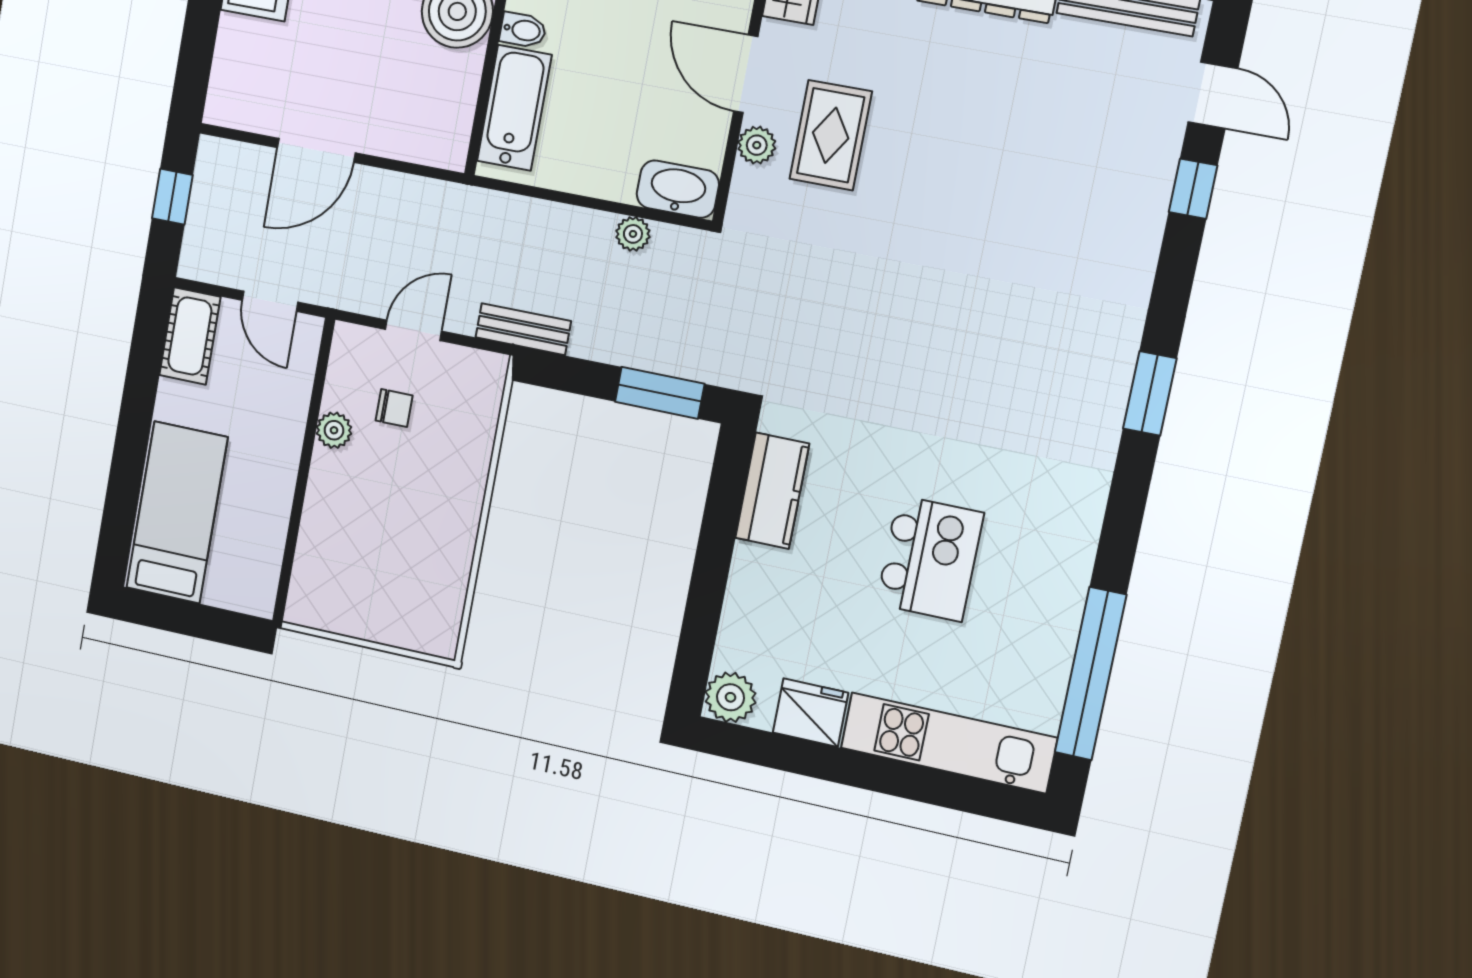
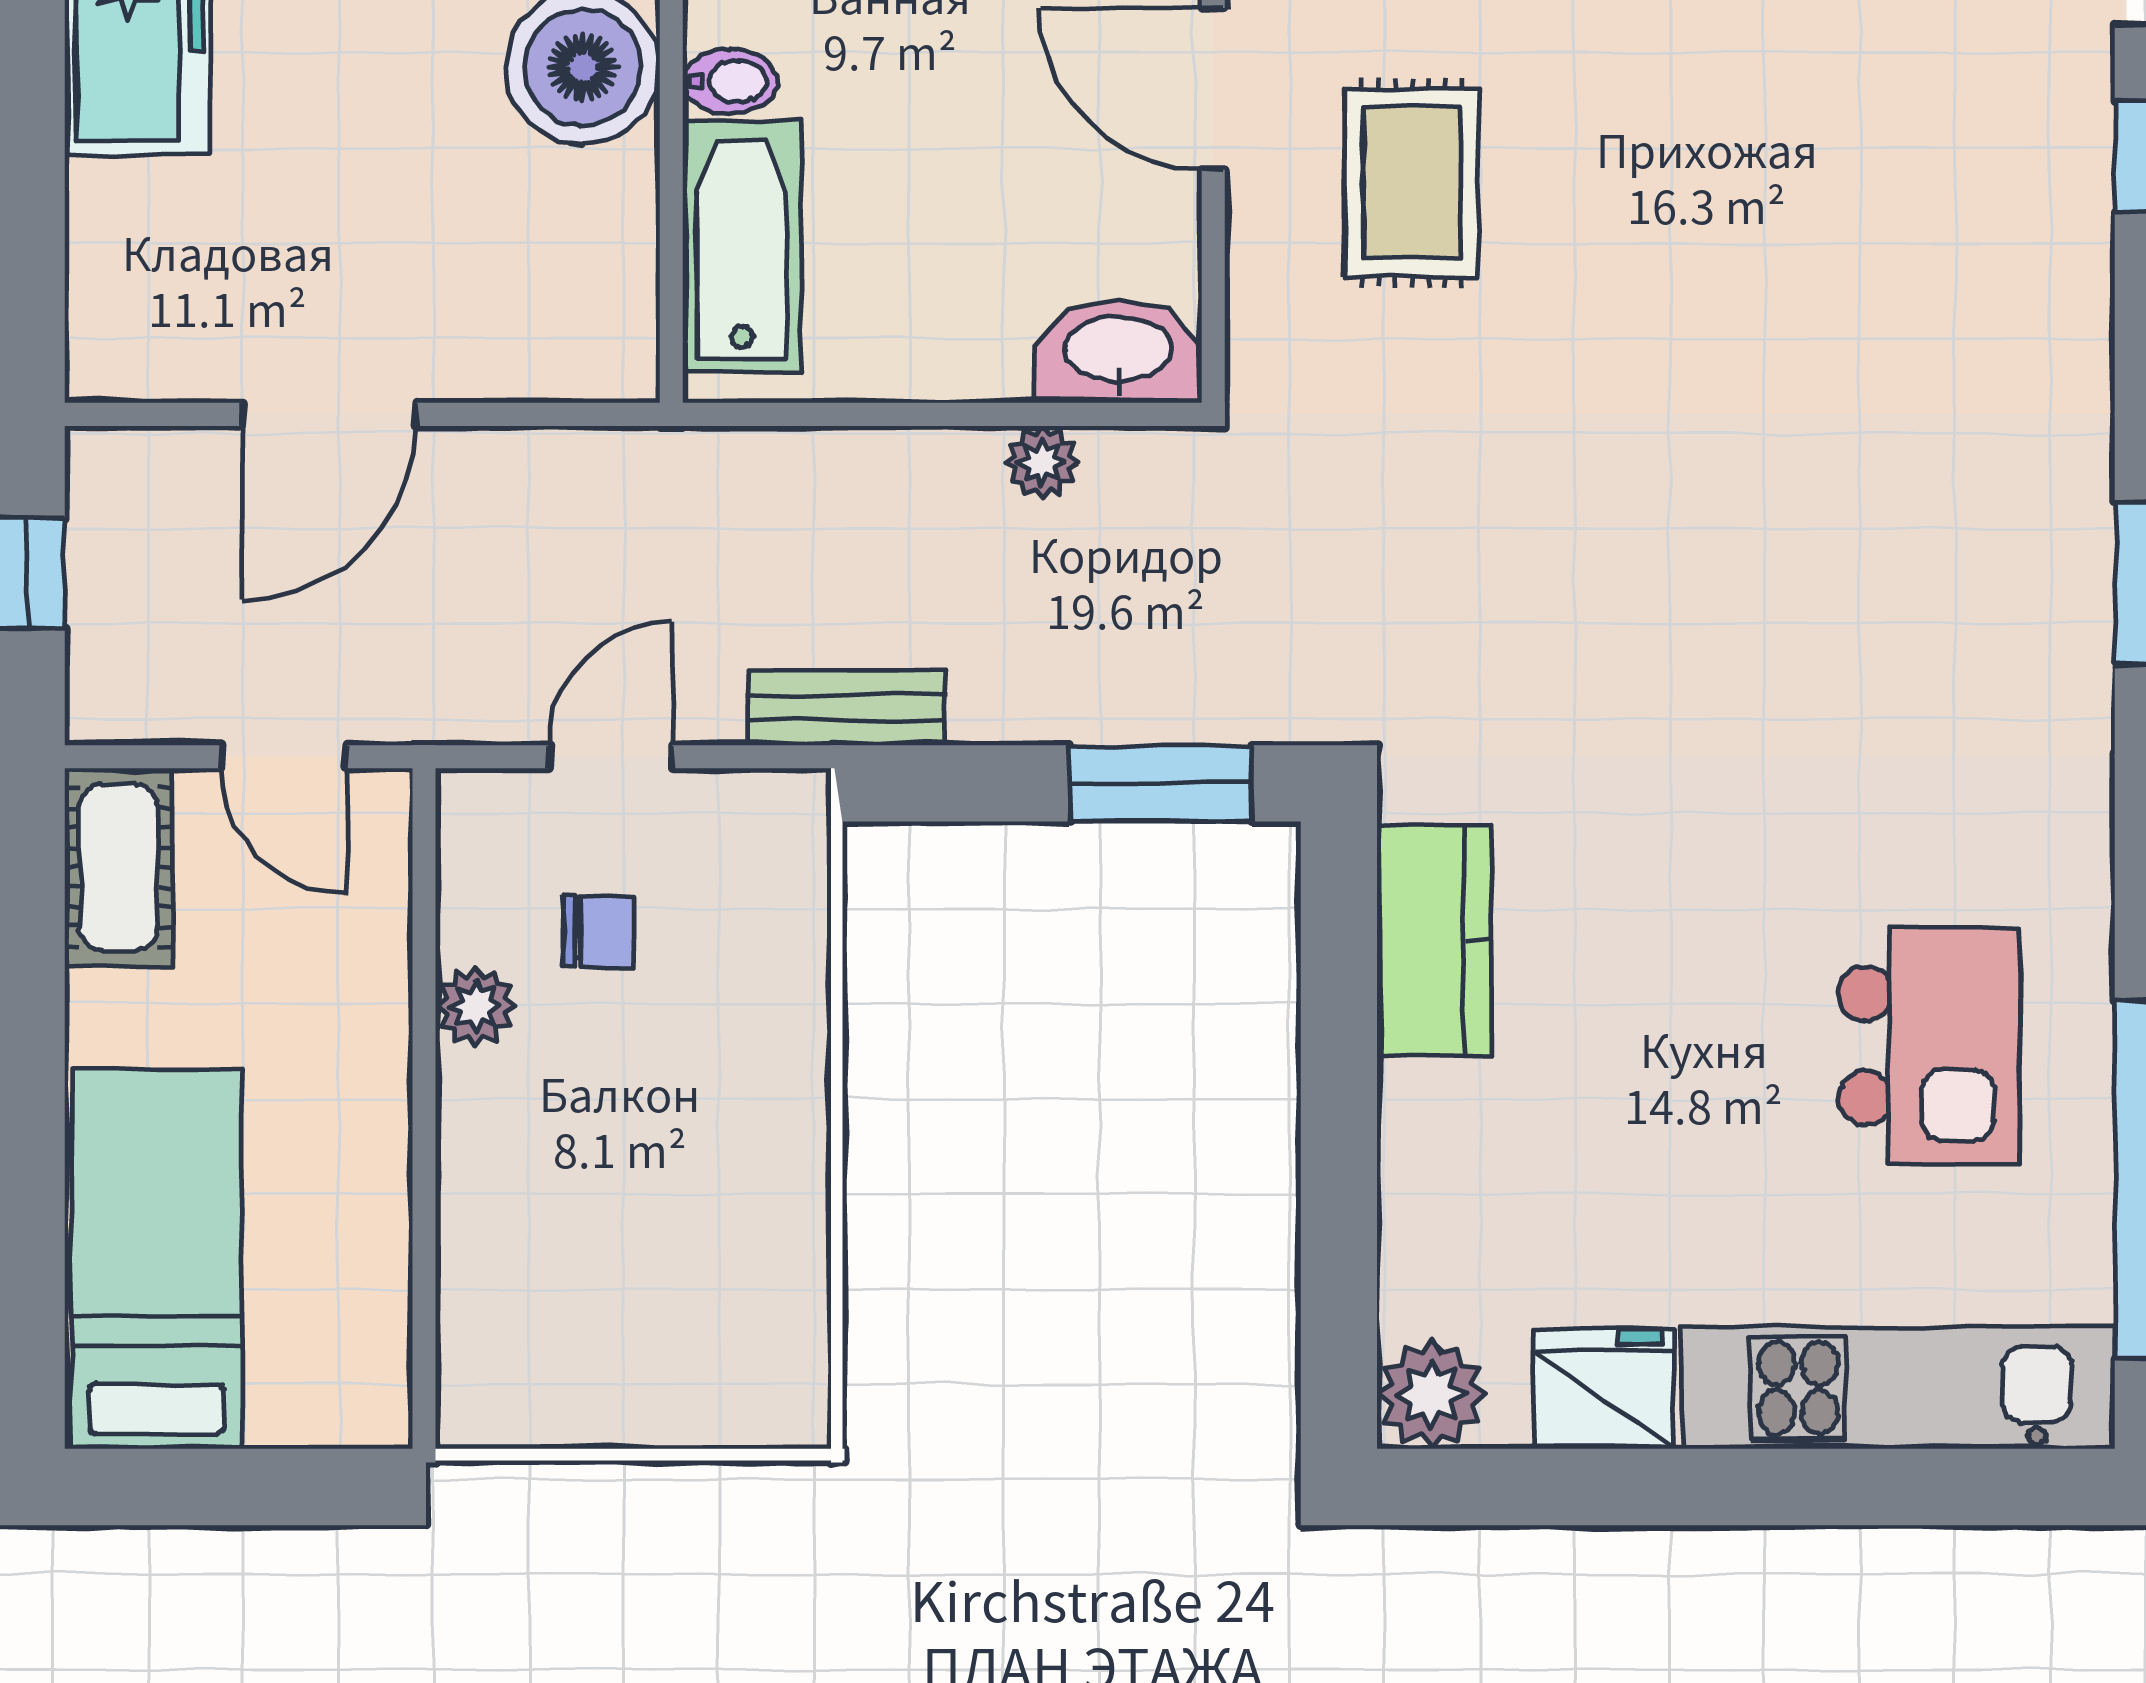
plant: (757, 145) -> (1264, 231), removed
kitchen island: (930, 558) -> (1929, 1046), moved

